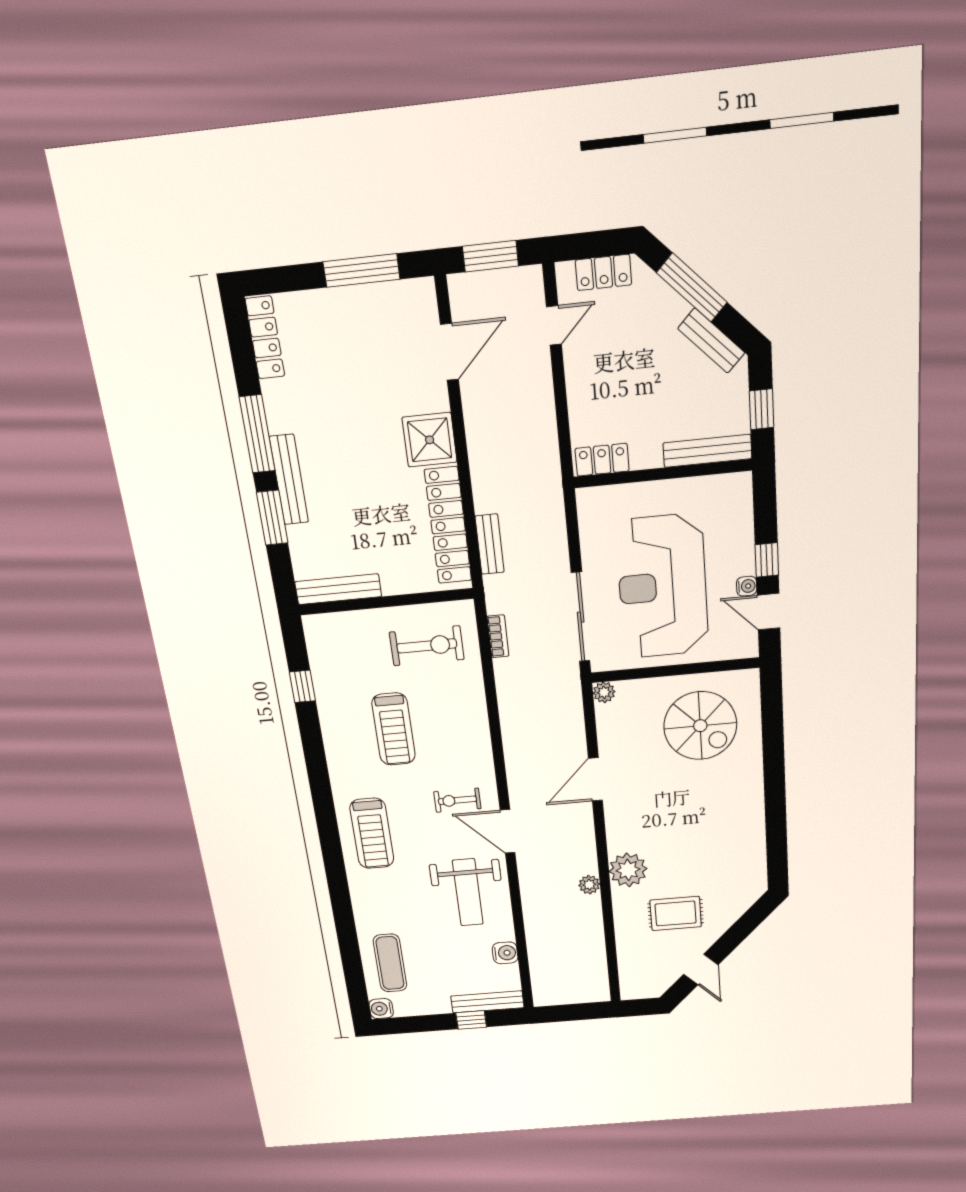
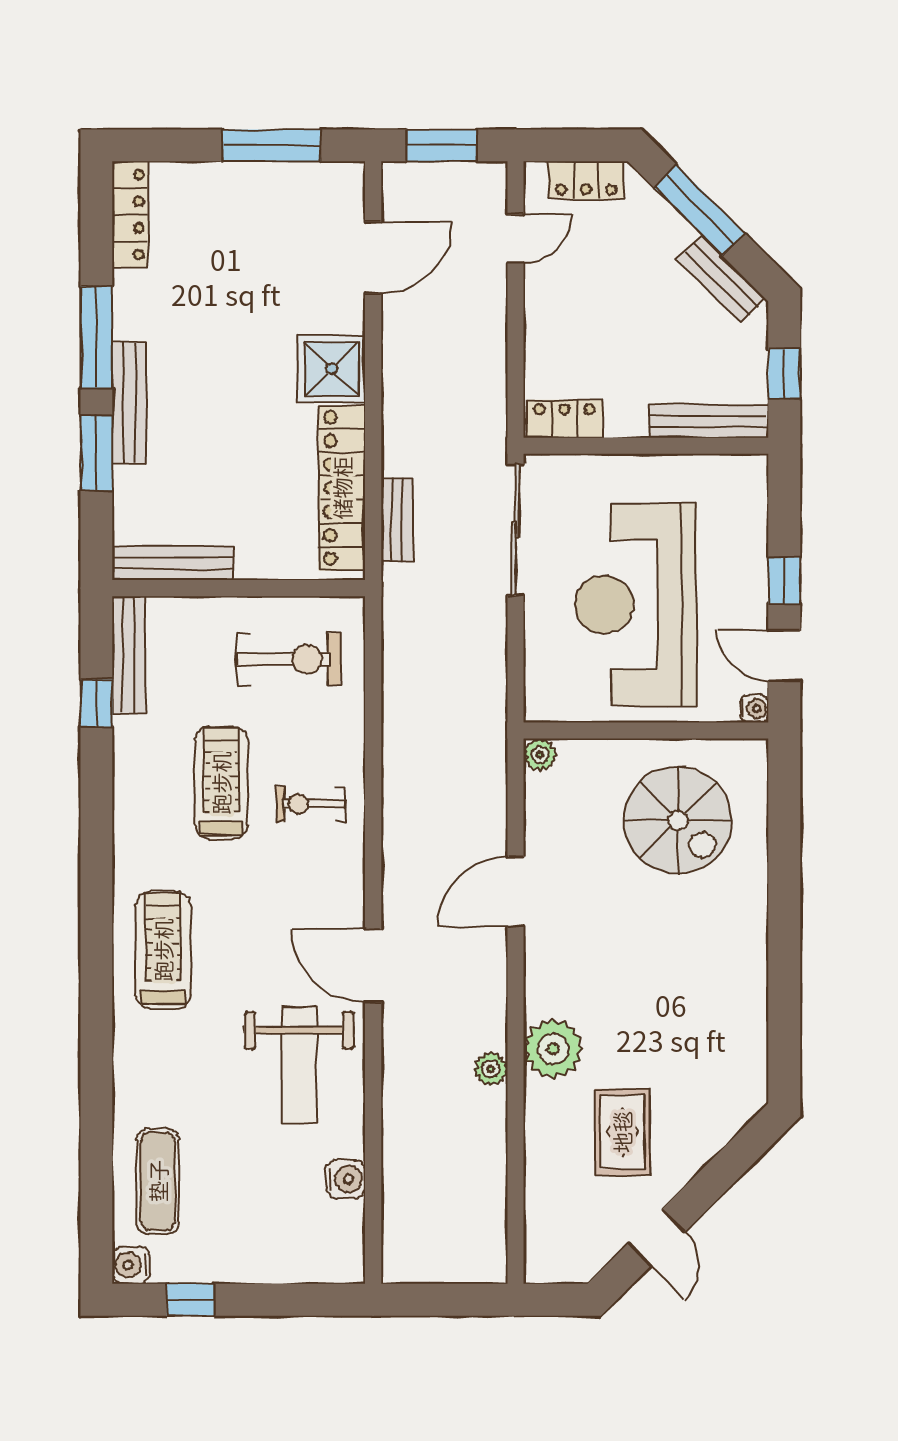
water cooler: (747, 586) -> (755, 709), moved
sliding door: (581, 617) -> (515, 530), moved
bookcase: (498, 636) -> (394, 655), removed
treadmill: (394, 729) -> (221, 783), turned 180
exercise bike: (457, 800) -> (311, 804), moved
treadmill: (372, 833) -> (163, 950), turned 180
rug: (676, 913) -> (622, 1132), turned 90
bench: (487, 1002) -> (129, 655), moved, turned 90
window: (471, 1020) -> (191, 1300), moved

